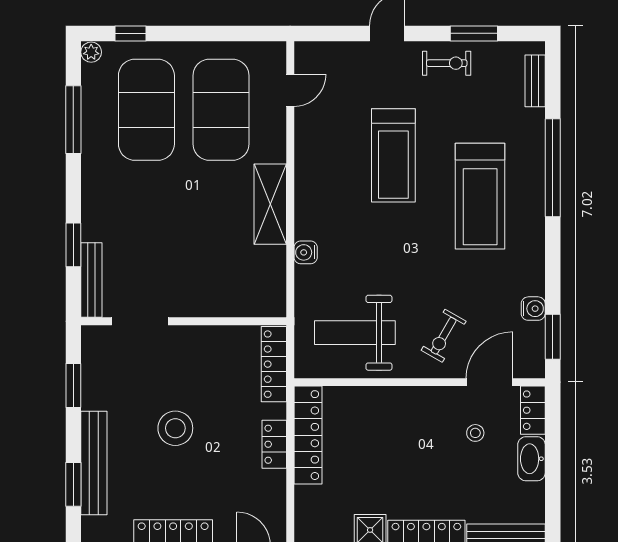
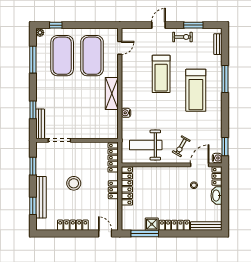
window: (553, 168) -> (225, 79), width x0.68
water cooler: (533, 309) -> (217, 158), moved

